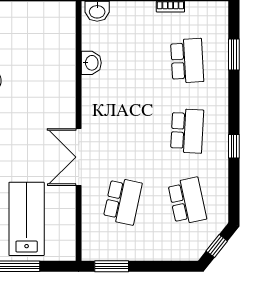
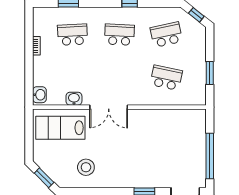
double door: (79, 157) -> (109, 107), moved
lab bench: (27, 219) -> (60, 128), moved
window: (112, 266) -> (210, 73), moved

